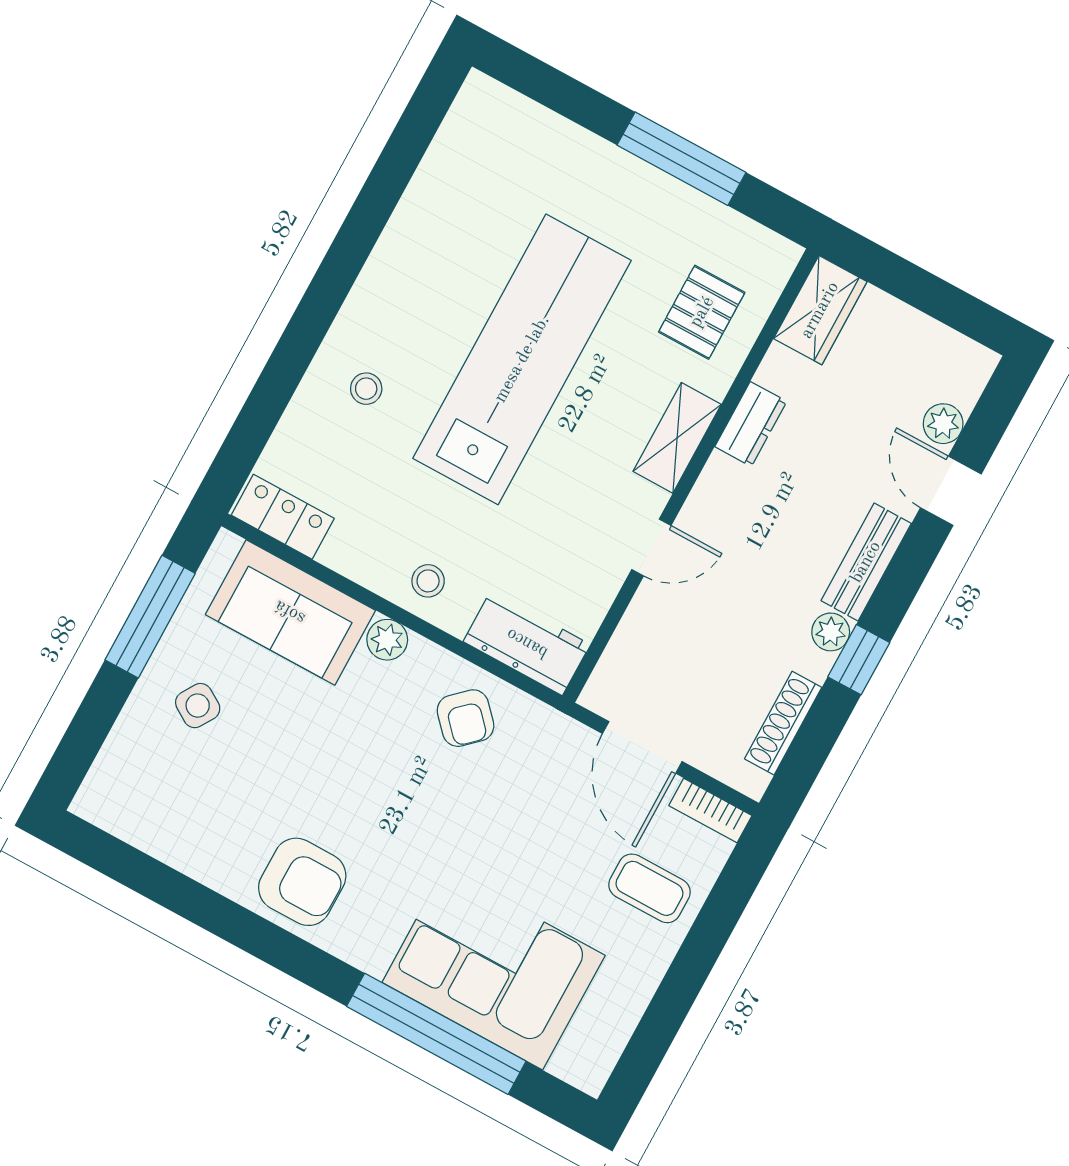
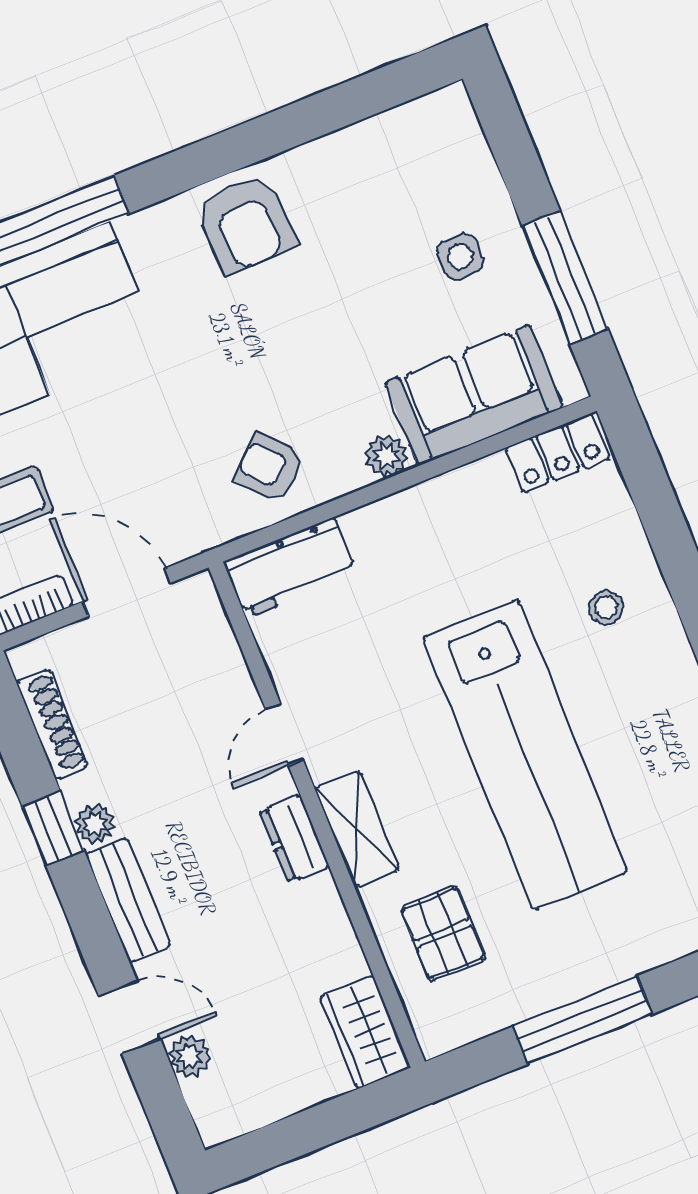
dresser: (751, 424) -> (294, 839), moved
stool: (428, 581) -> (407, 529), removed
side table: (198, 706) -> (460, 256), turned -32
armchair: (302, 882) -> (245, 224), turned -92

